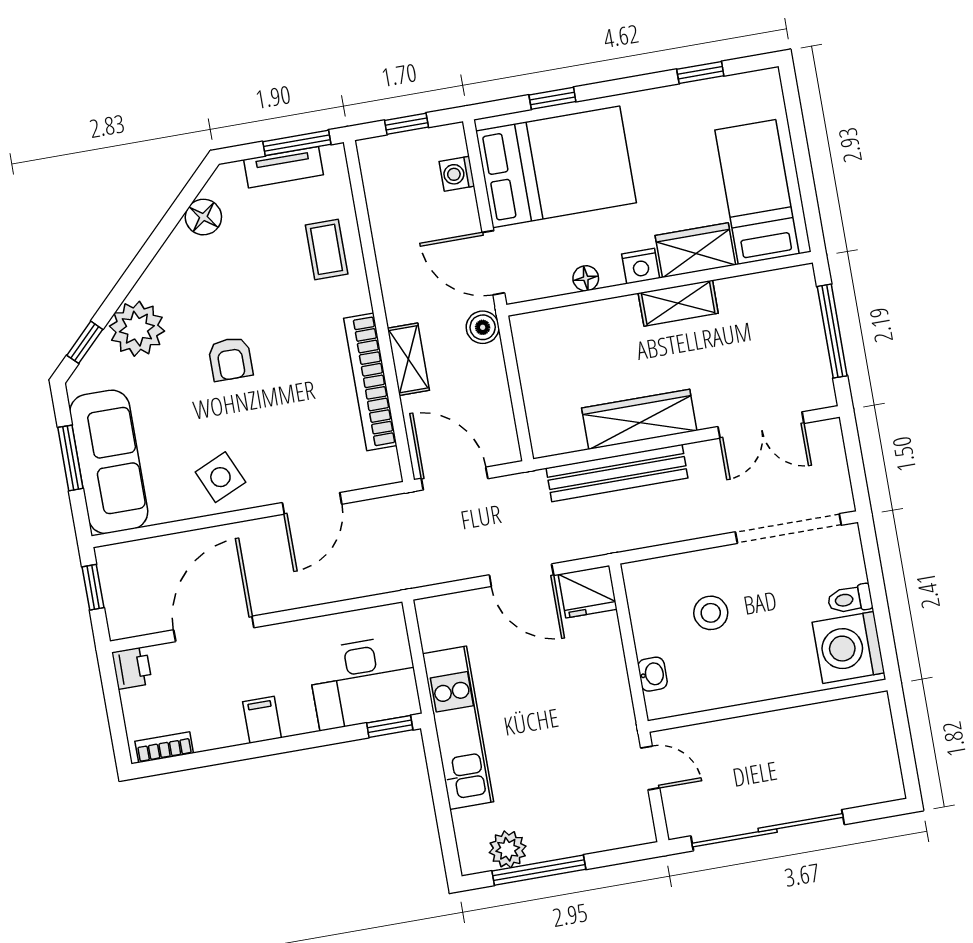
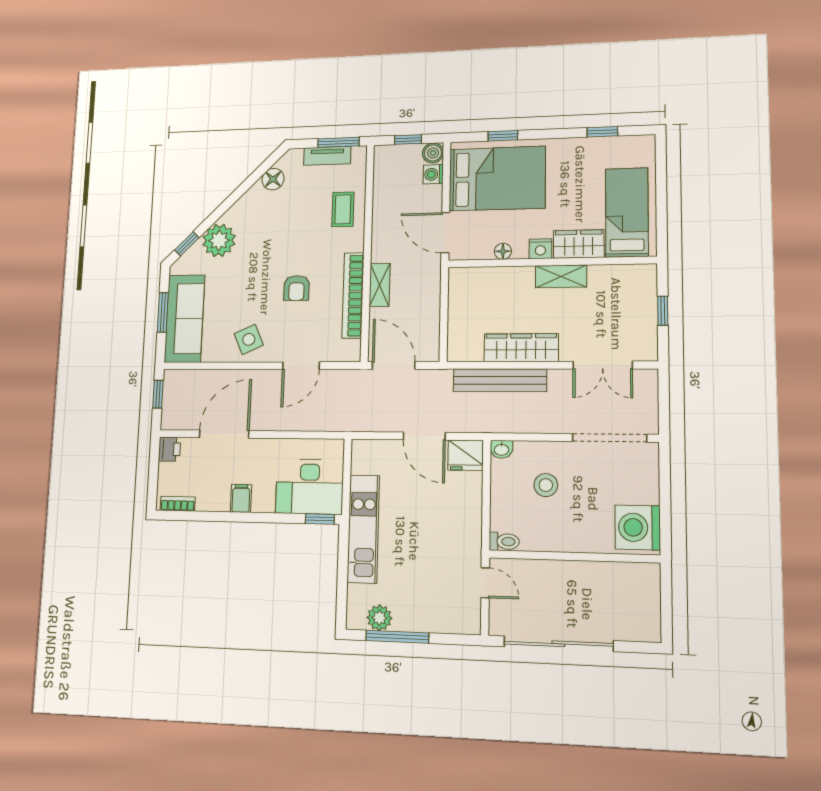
boiler: (483, 327) -> (433, 153), moved
window: (832, 331) -> (663, 311), width x0.46
armchair: (230, 359) -> (297, 288), moved
toilet: (850, 599) -> (504, 541), moved, turned 180
washbasin: (653, 674) -> (501, 449), moved, turned 90

